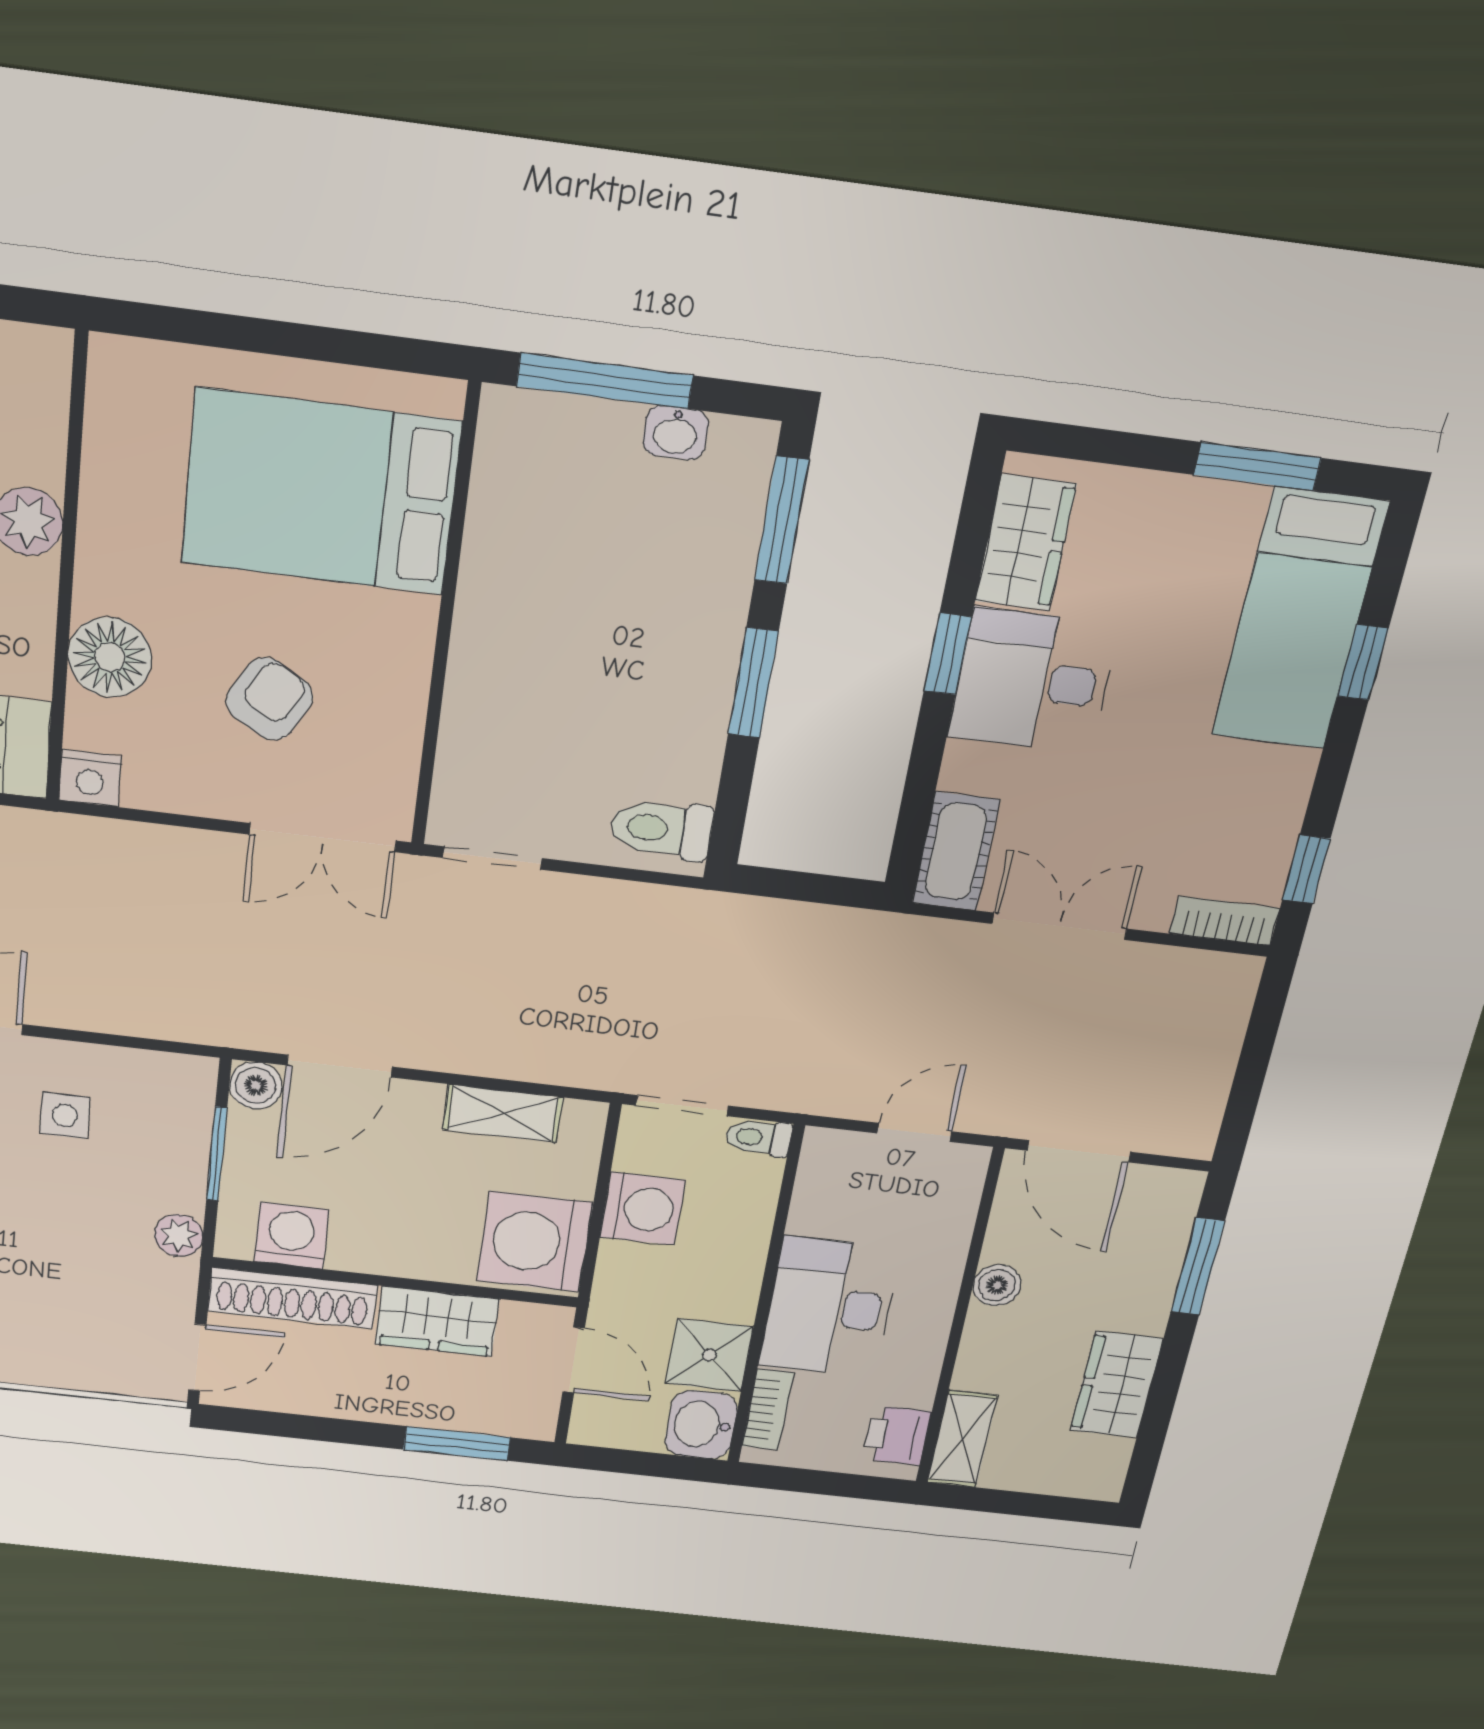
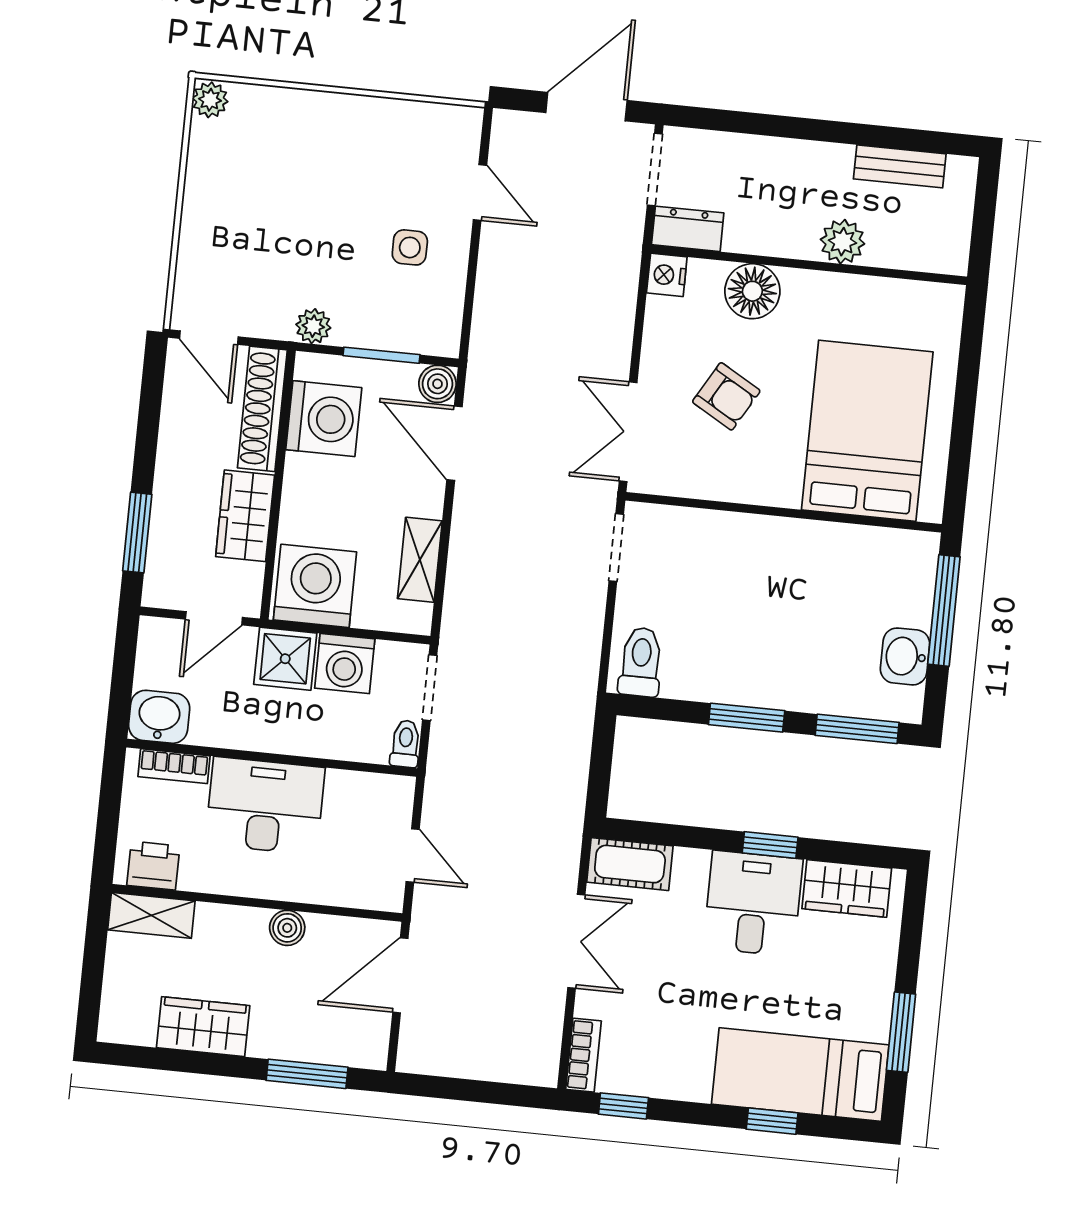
washbasin: (676, 433) -> (905, 656), width x1.38, depth x1.45
washing machine: (291, 1236) -> (324, 419), width x1.37, depth x1.37
shower: (709, 1355) -> (285, 659), moved

